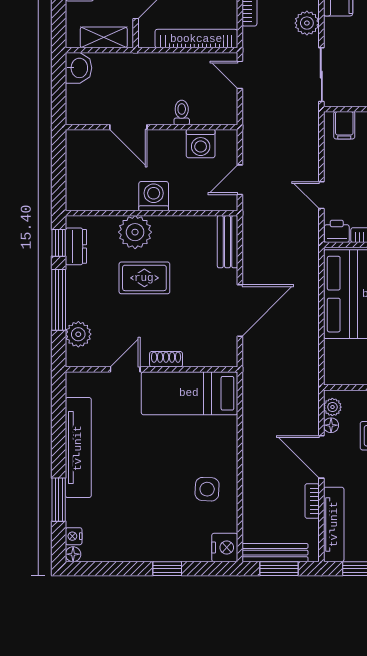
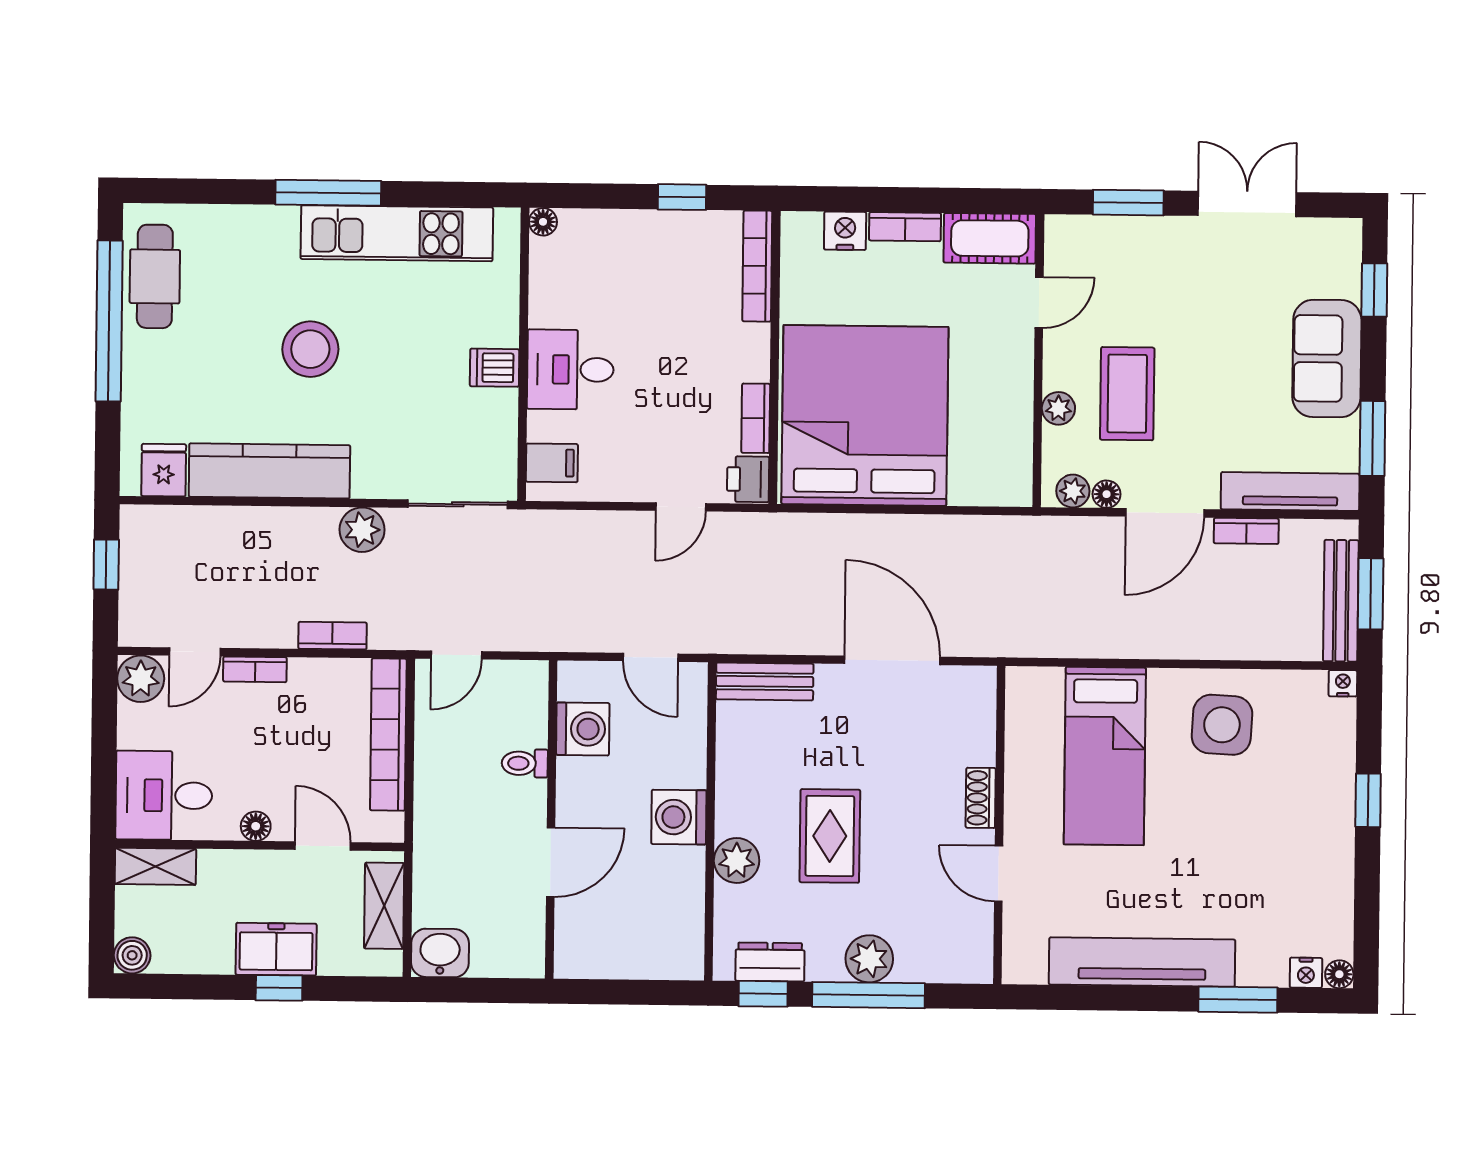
plant: (135, 232) -> (737, 860), width x0.73, depth x0.73
plant: (78, 334) -> (869, 959), moved
bed: (189, 393) -> (1105, 756), moved
side table: (207, 489) -> (1222, 725), width x1.37, depth x1.37
nightstand: (225, 547) -> (1343, 683), width x0.53, depth x0.56

